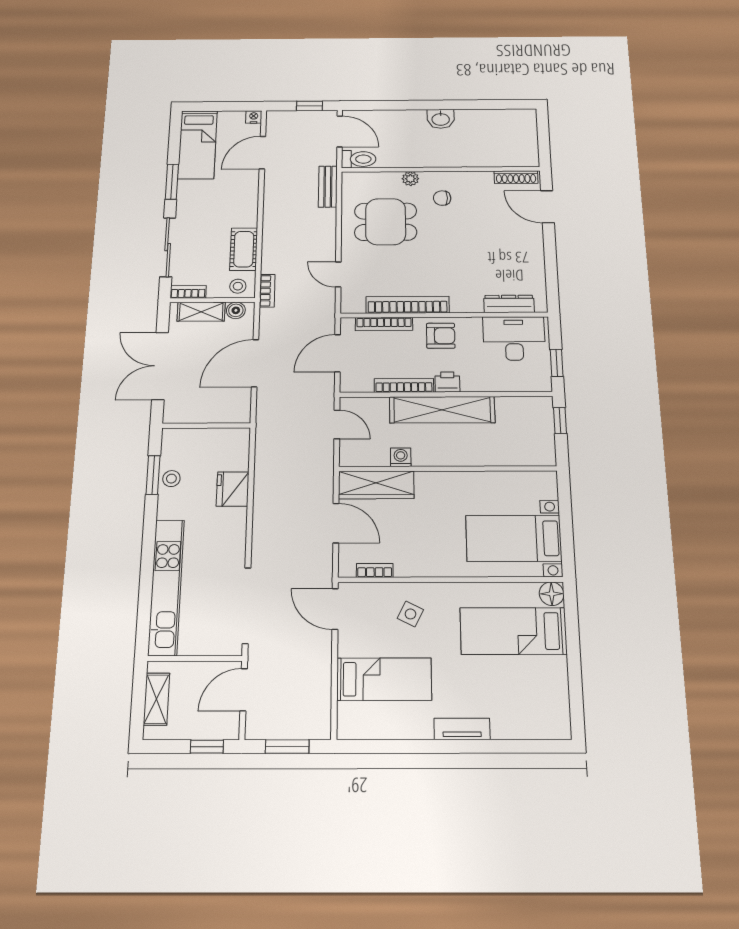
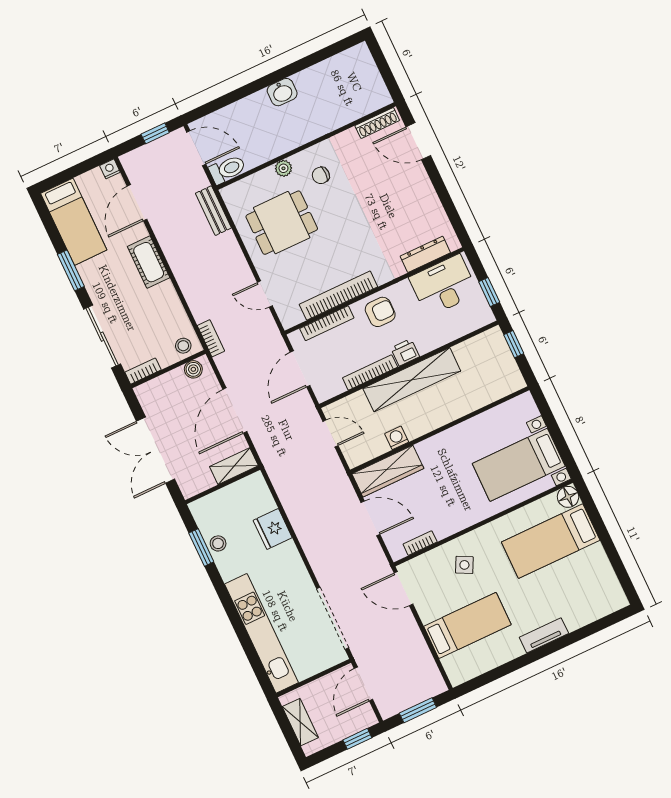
cot: (244, 249) -> (149, 262), moved
shelving: (201, 312) -> (234, 466), moved

